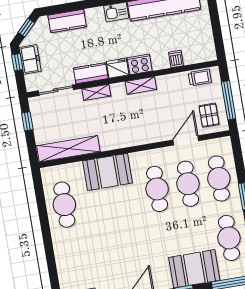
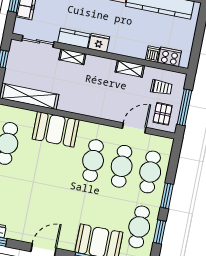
cooker: (140, 64) -> (170, 57), moved
trolley: (200, 78) -> (161, 87), moved
shelving: (141, 85) -> (130, 69), moved

